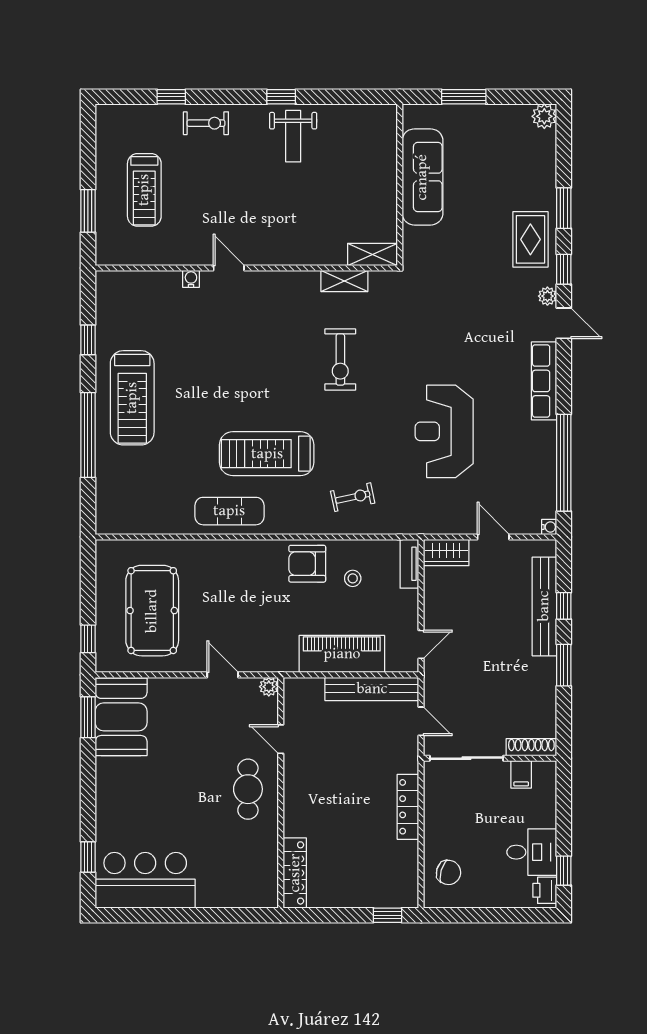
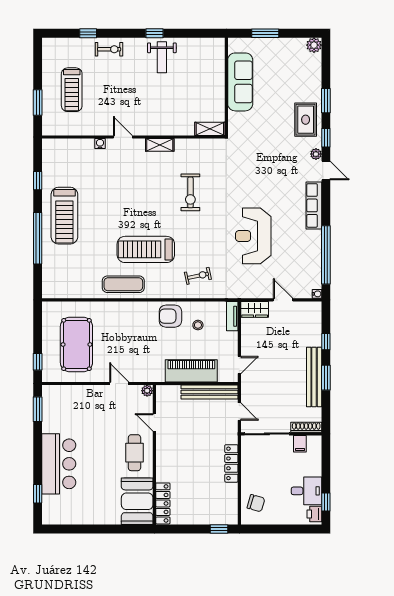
shelving: (344, 281) -> (160, 145), moved
bench: (544, 606) -> (314, 377), moved
booth: (121, 717) -> (137, 501), moved
bar counter: (145, 880) -> (59, 464), moved, turned 90

